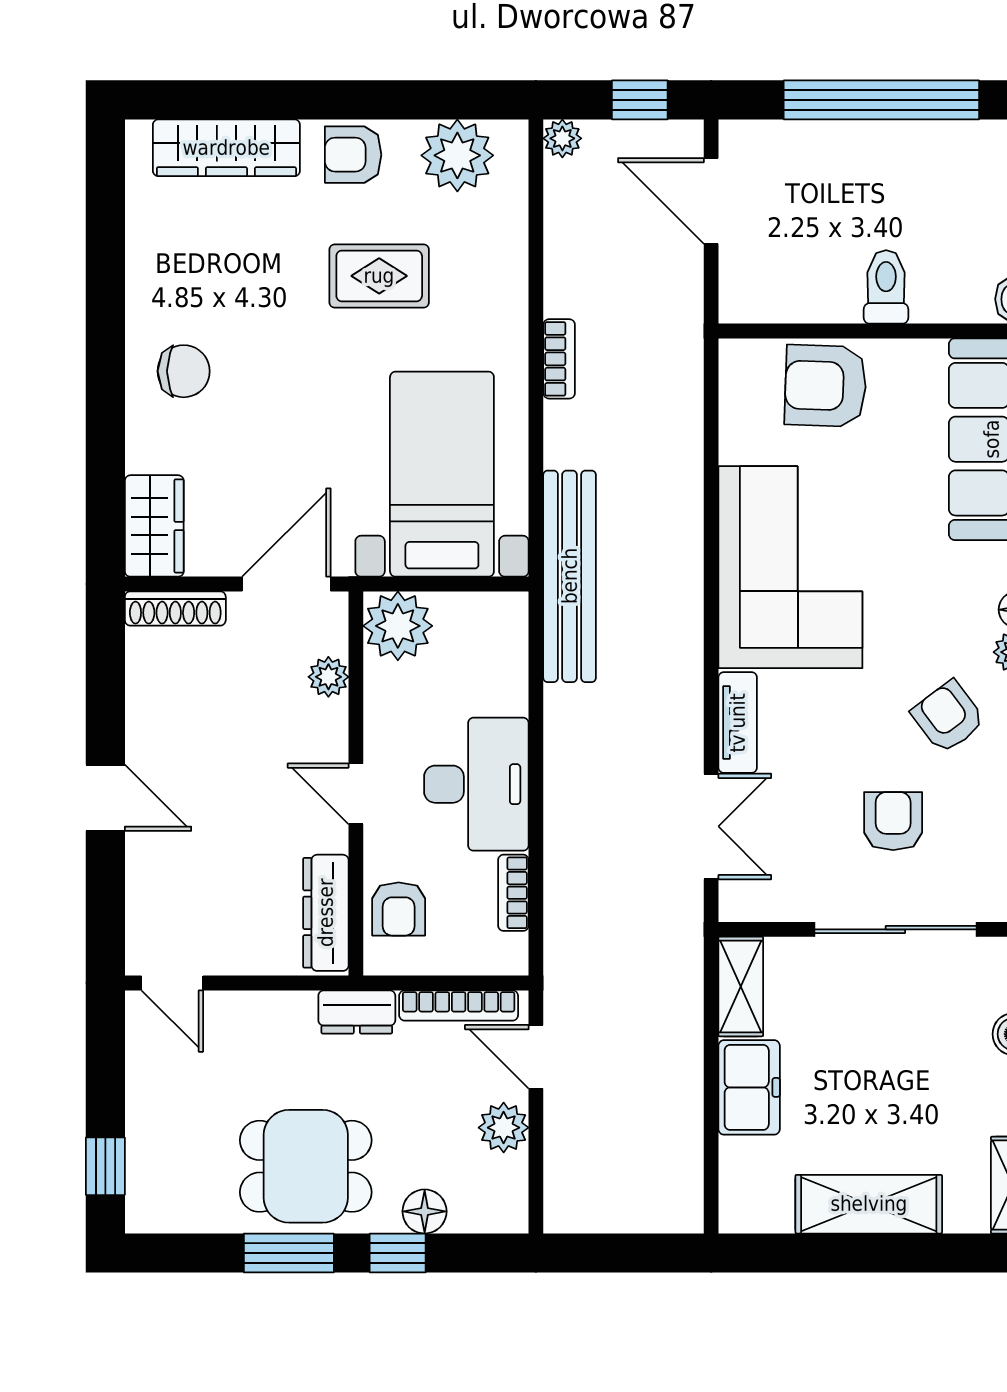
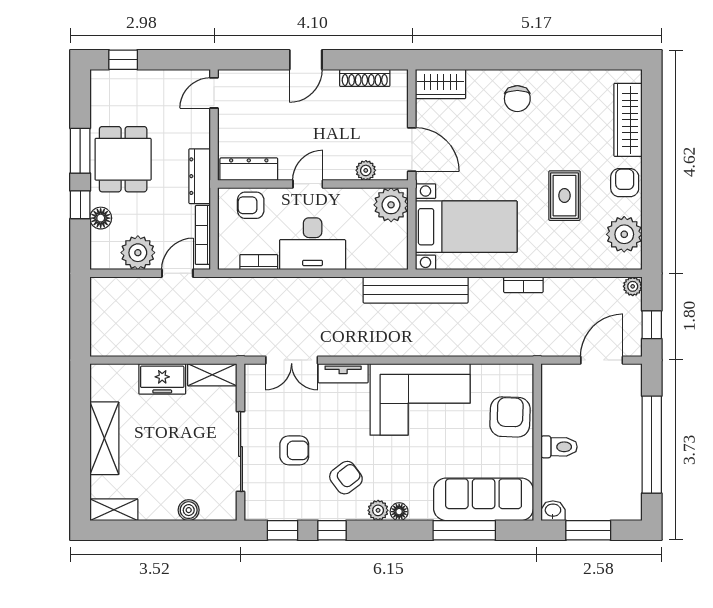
shoe rack: (175, 608) -> (365, 78), moved, turned -90
dresser: (357, 1012) -> (200, 176), width x1.44
plant: (504, 1128) -> (138, 253), width x1.36, depth x1.36

